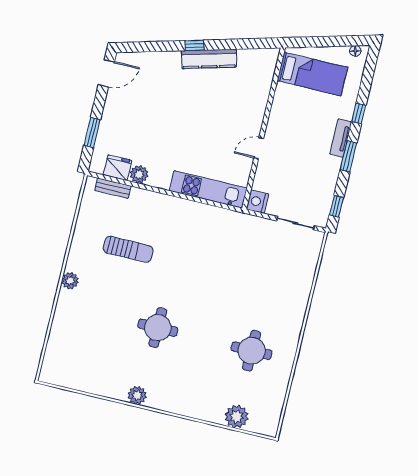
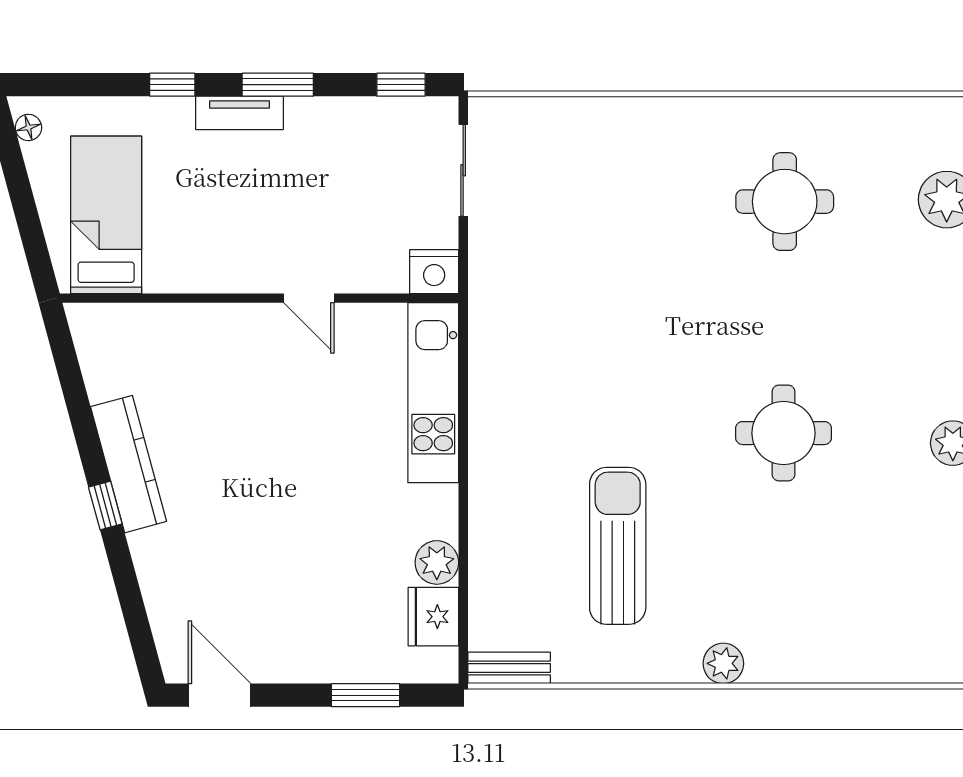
bench: (113, 188) -> (509, 668), moved, turned 90
sun lounger: (128, 249) -> (618, 546), width x1.36, depth x1.34

